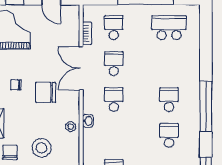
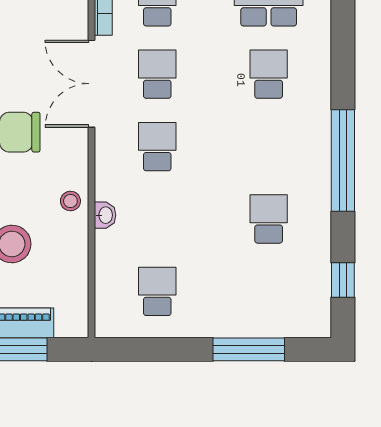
school desk: (169, 100) -> (269, 74), moved
washbasin: (88, 121) -> (105, 215), moved

